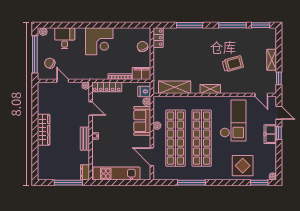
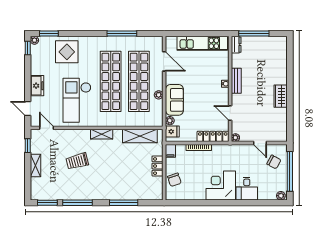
desk: (65, 38) -> (247, 189), moved
locker: (158, 38) -> (158, 166), moved
filing cabinet: (142, 73) -> (170, 151), width x0.50
wardrobe: (44, 130) -> (281, 96), width x0.67
window: (279, 133) -> (28, 48), moved

